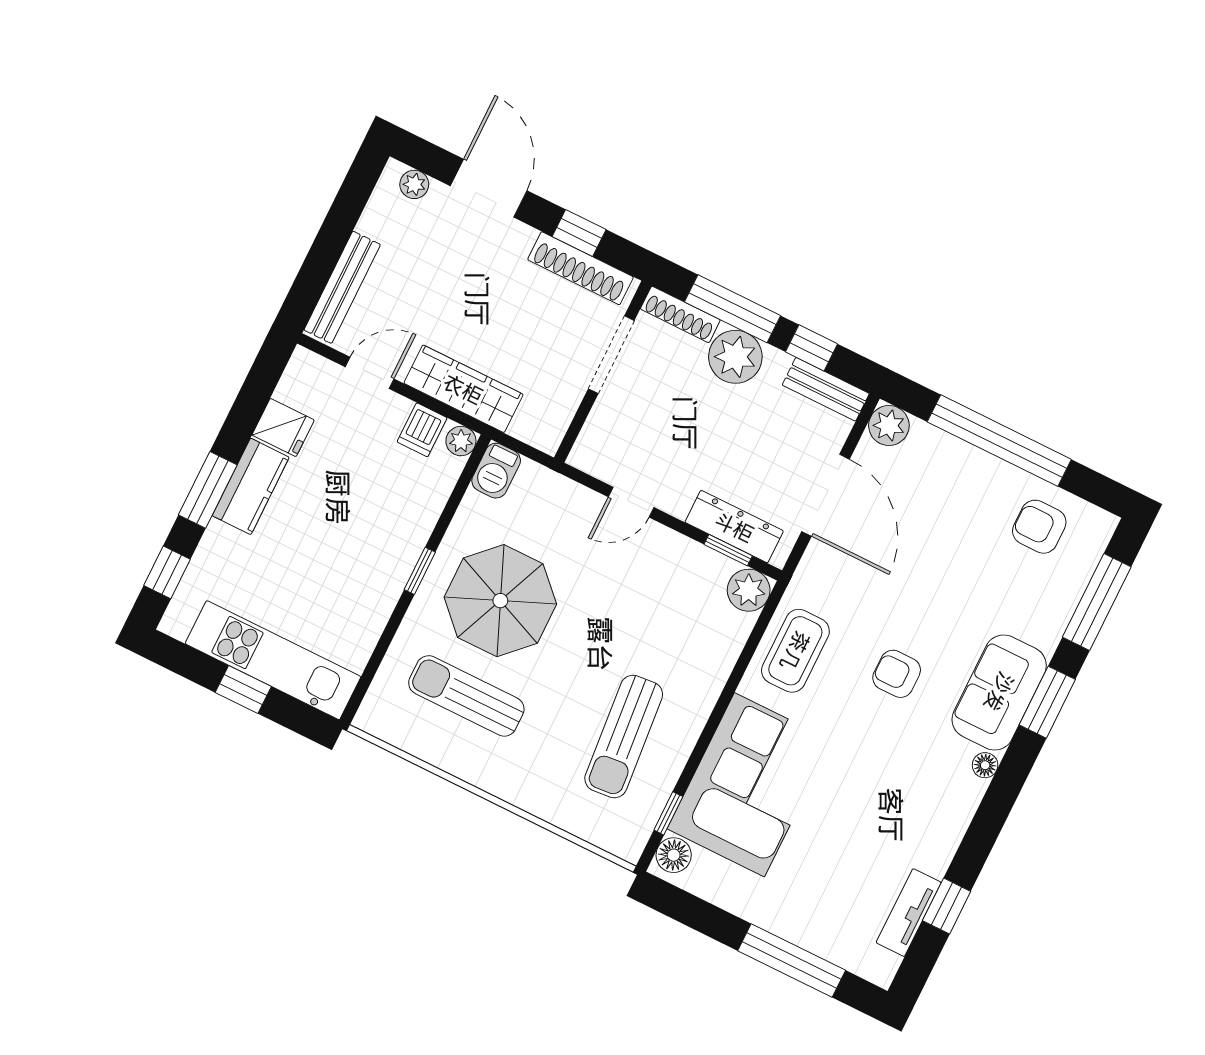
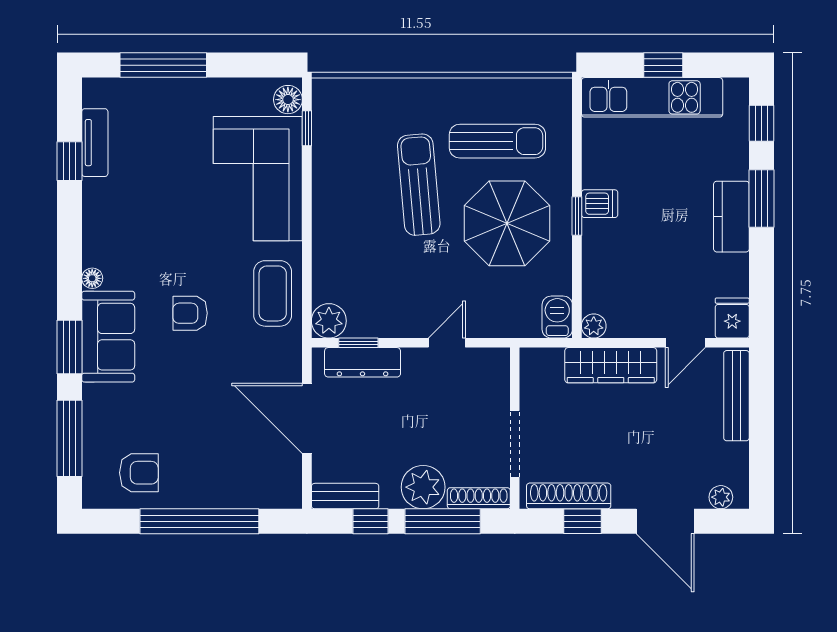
plant: (889, 425) -> (286, 492), removed
fridge: (283, 427) -> (732, 318), moved, turned 90
dishwasher: (422, 430) -> (600, 204), moved, turned 90
armchair: (897, 674) -> (190, 313), turned 180
sun lounger: (624, 736) -> (419, 185), moved

